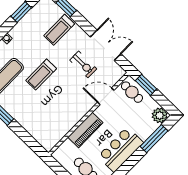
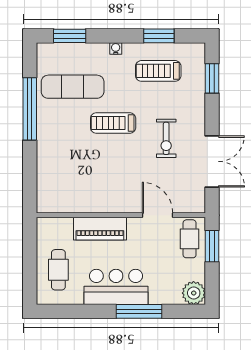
treadmill: (59, 30) -> (158, 71), moved
exercise bike: (83, 64) -> (166, 138), moved
window: (154, 139) -> (139, 311), moved

